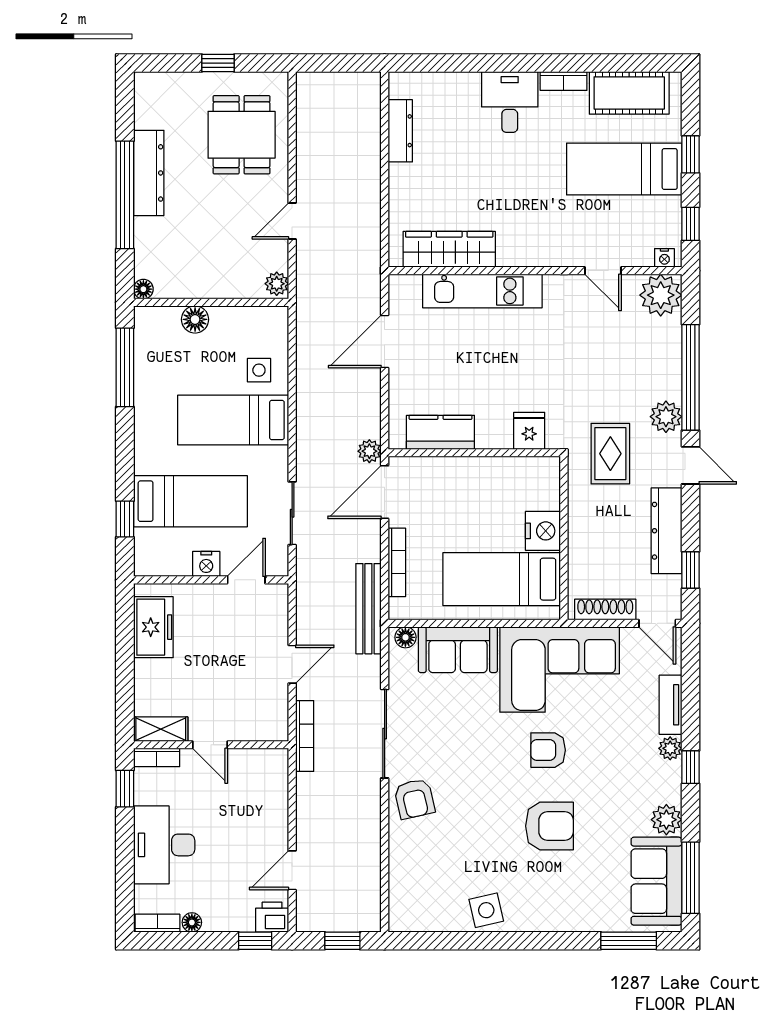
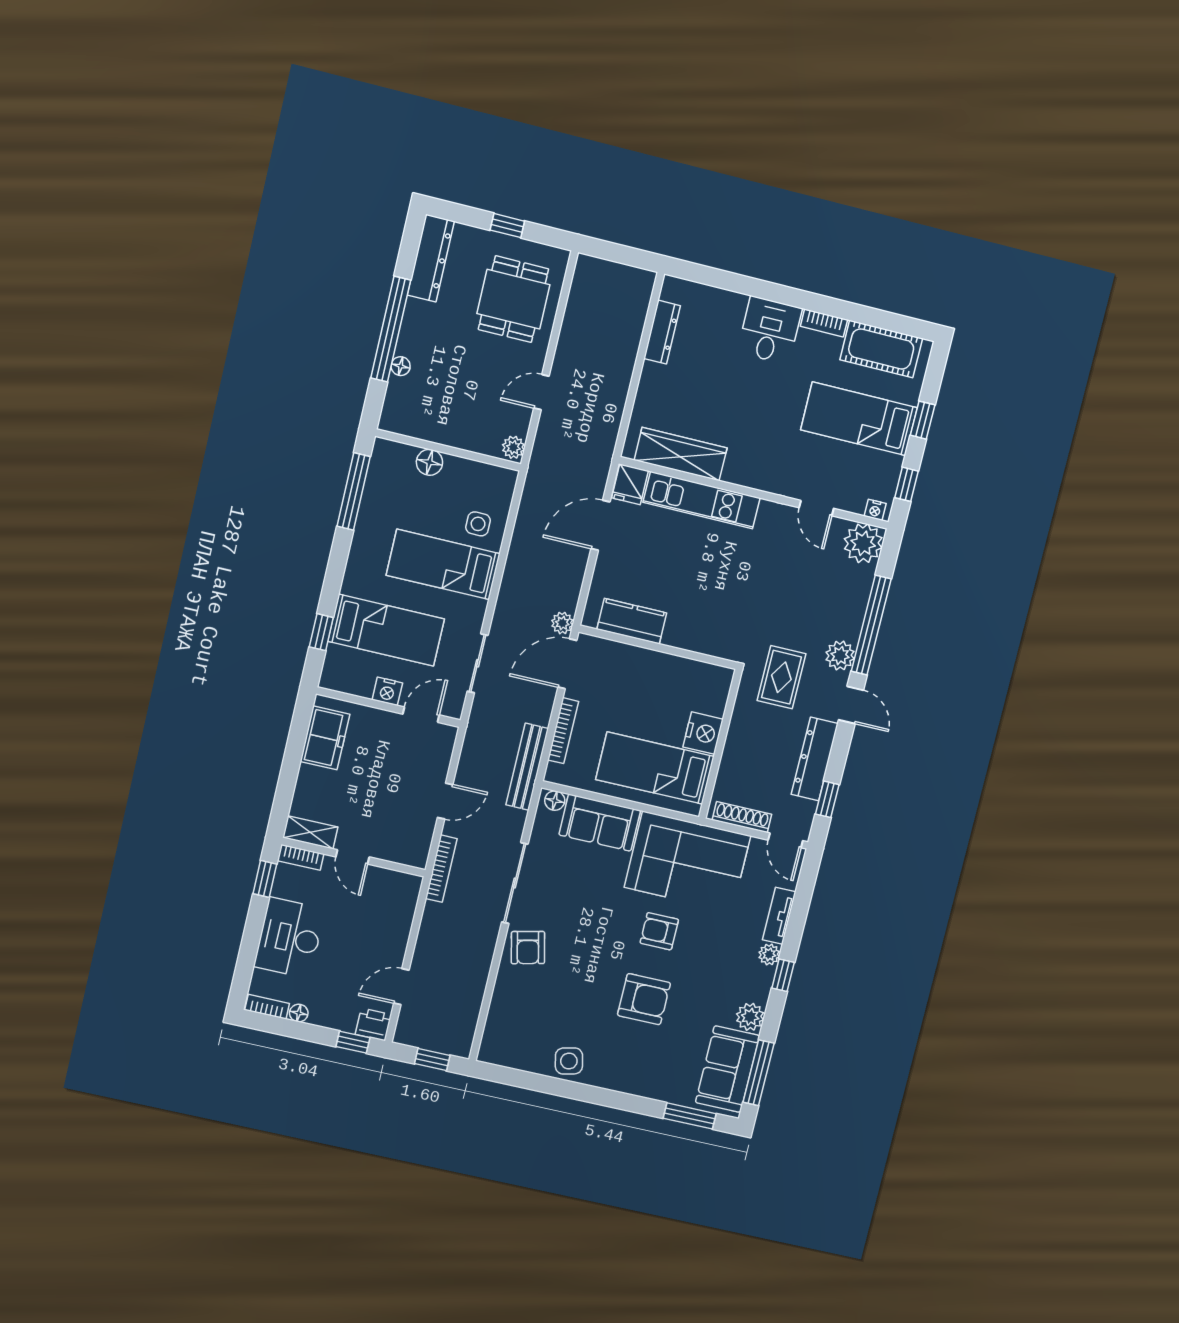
dresser: (149, 173) -> (431, 258), moved
floor lamp: (143, 289) -> (401, 366), moved
fridge: (529, 431) -> (630, 484), moved, turned 180

